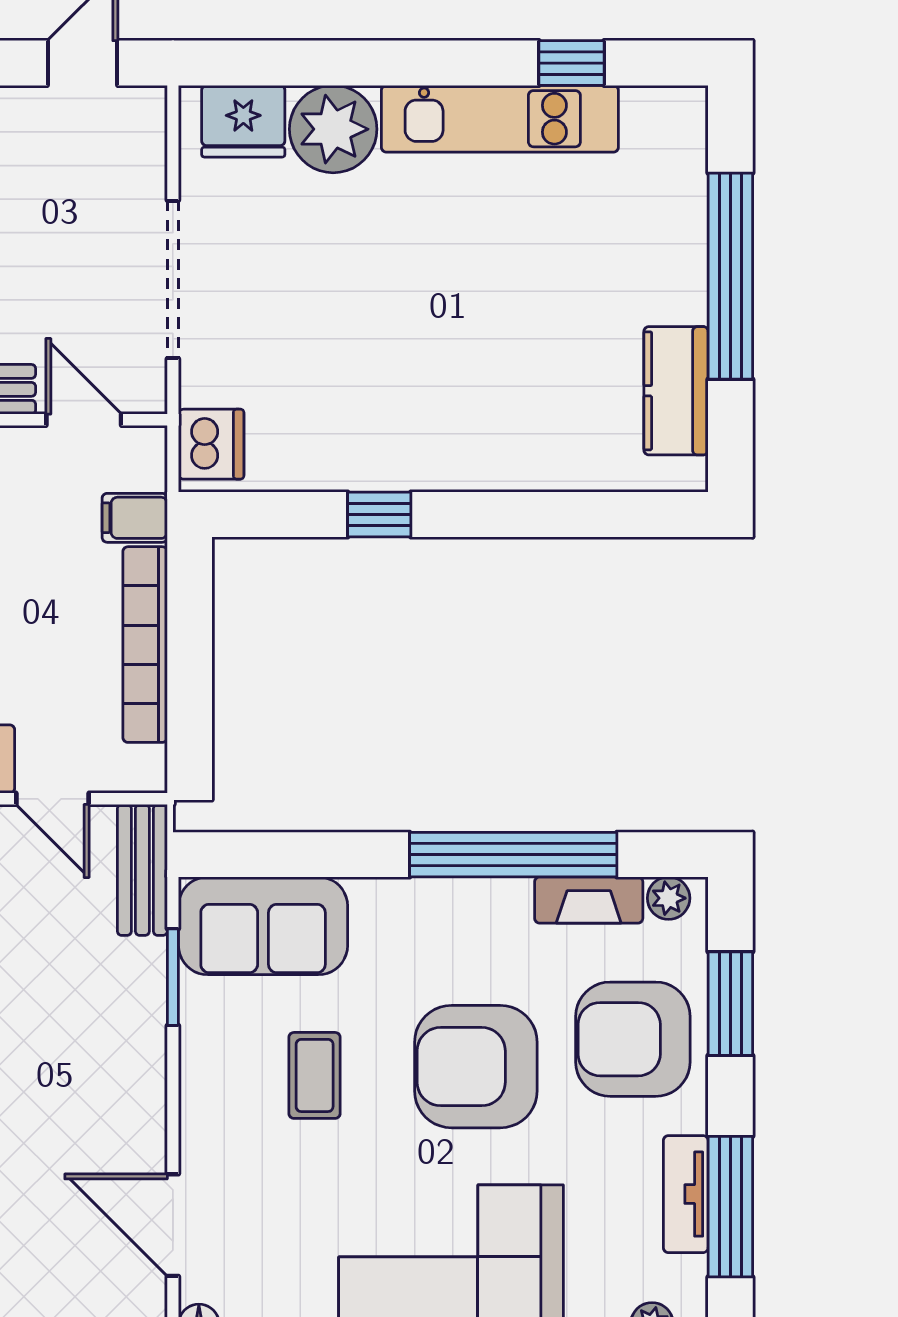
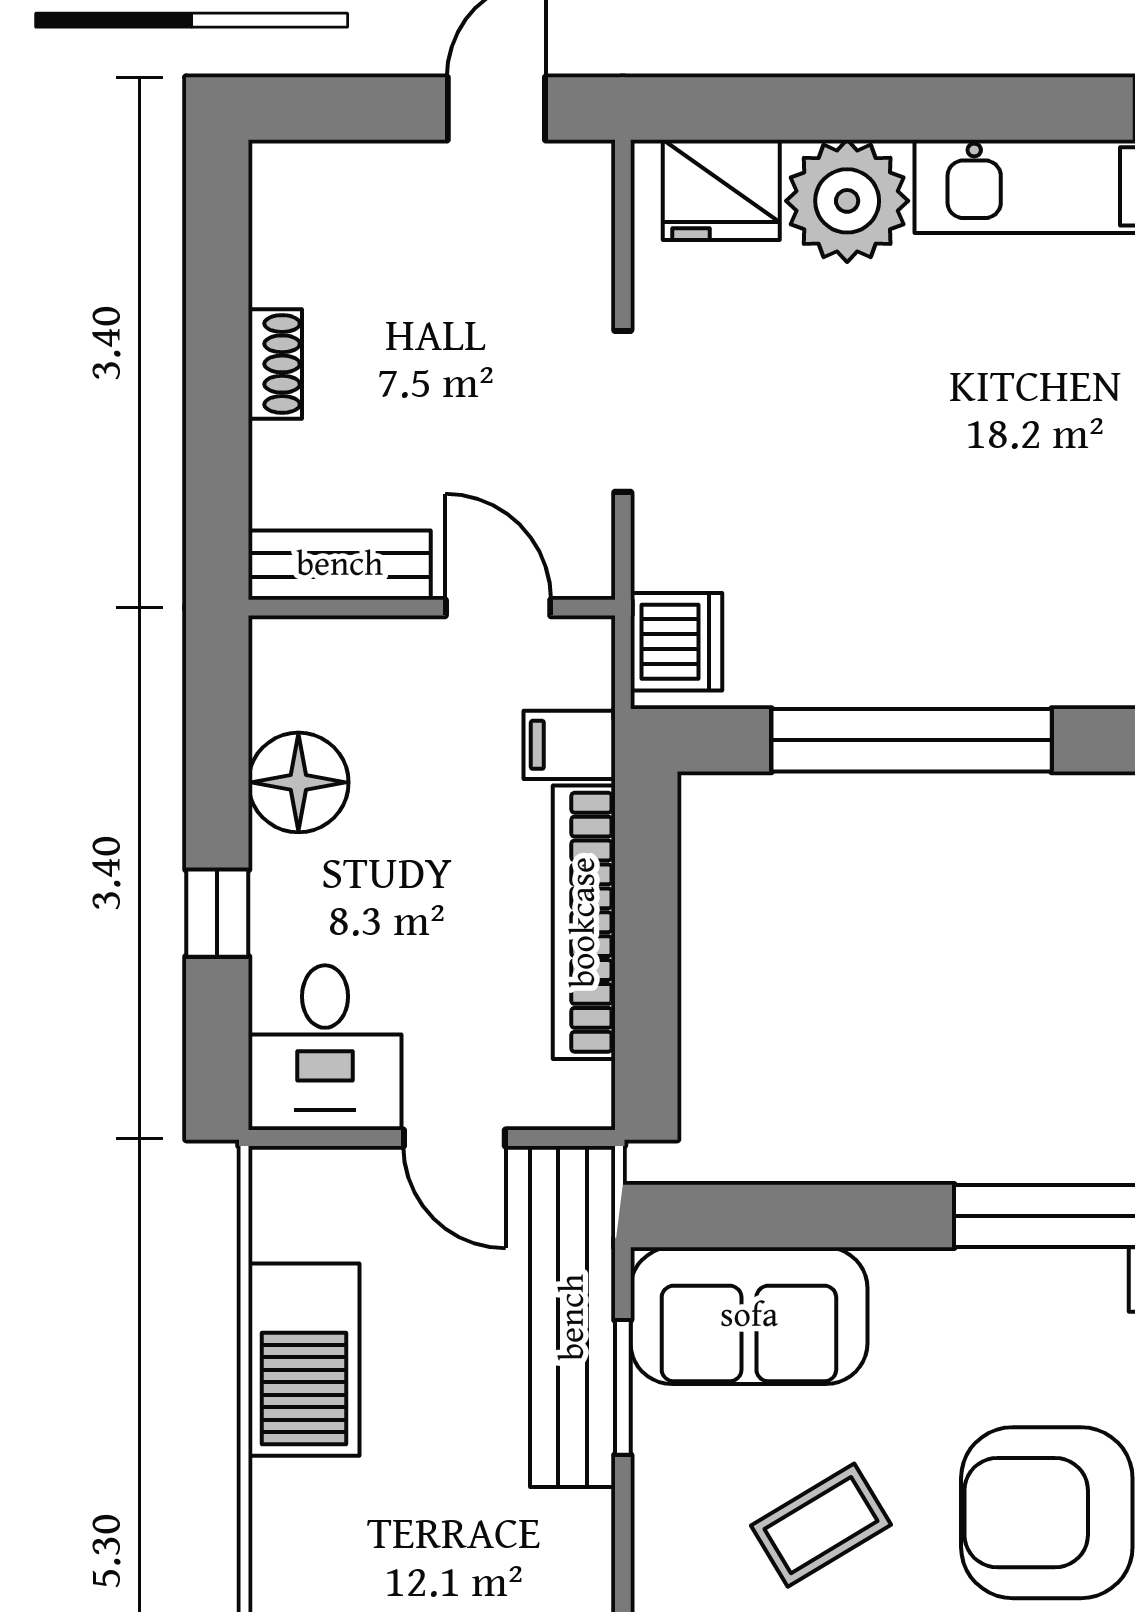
doorway: (173, 279) -> (623, 411), width x0.73
window: (379, 515) -> (912, 740), width x3.17
bench: (142, 870) -> (573, 1317), width x1.86, depth x1.21
coffee table: (315, 1075) -> (821, 1525), turned 59

